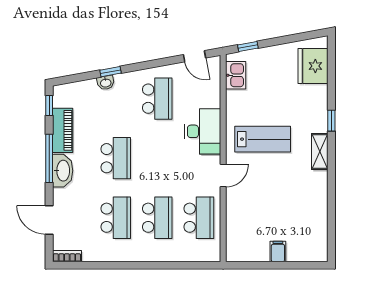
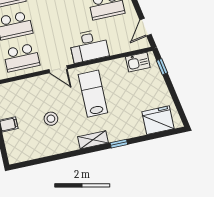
lab bench: (263, 139) -> (93, 94), turned 180
stool: (282, 198) -> (51, 119), added

